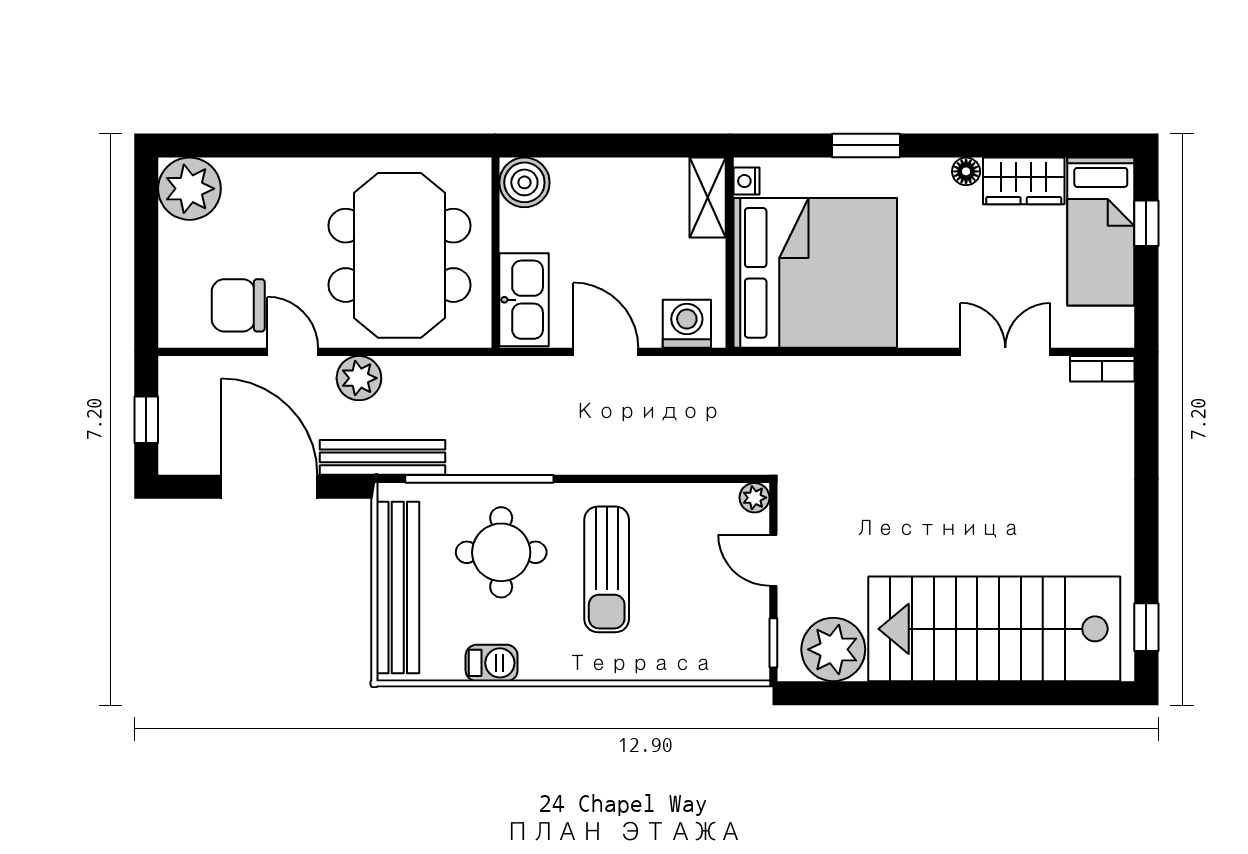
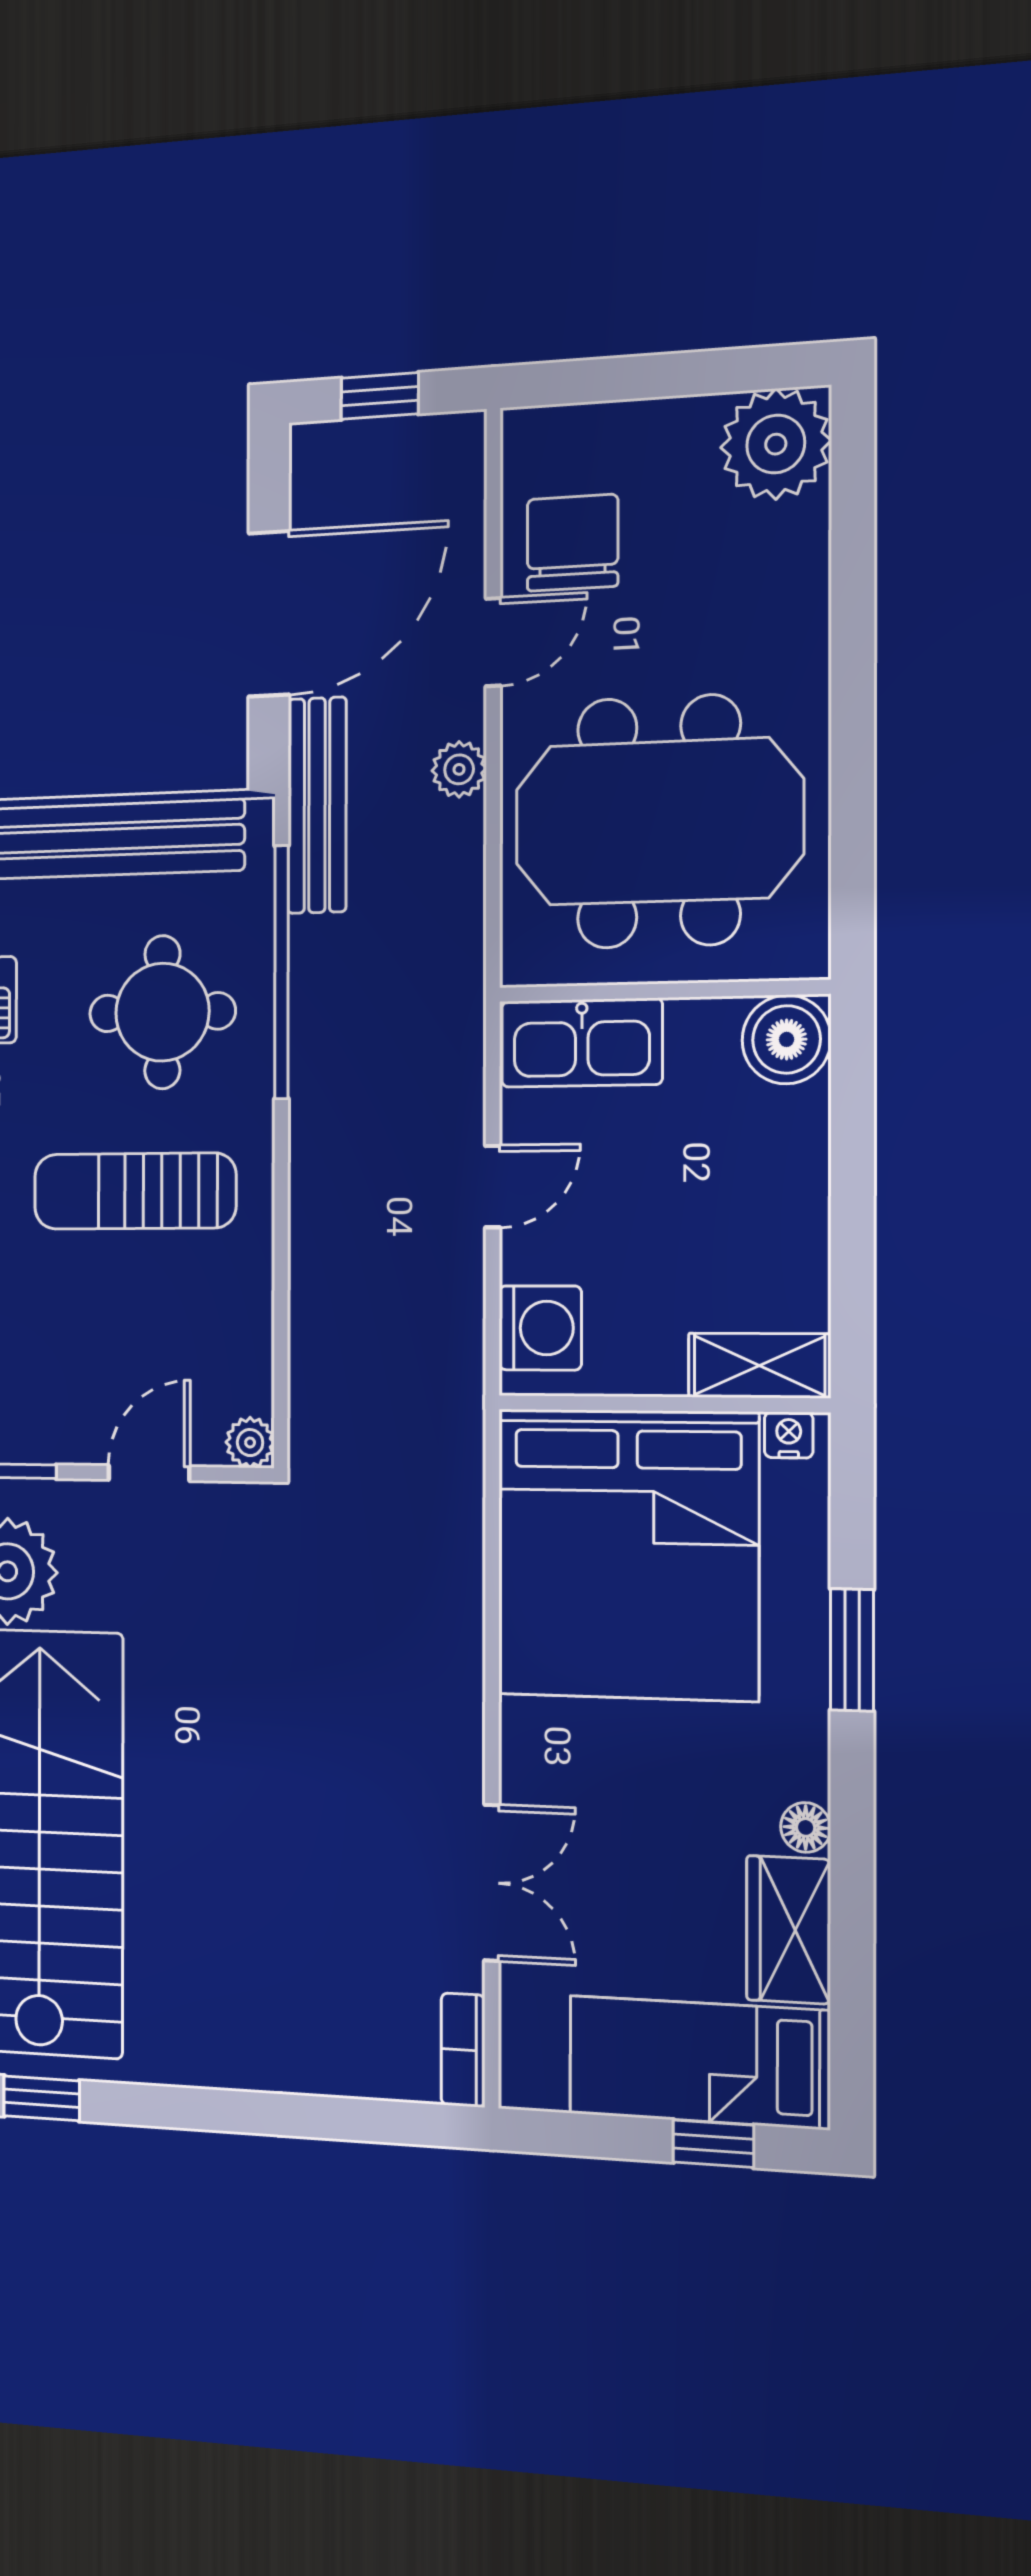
door: (606, 352) -> (493, 1187), width x0.73
plant: (359, 378) -> (459, 769), width x0.73, depth x0.73

